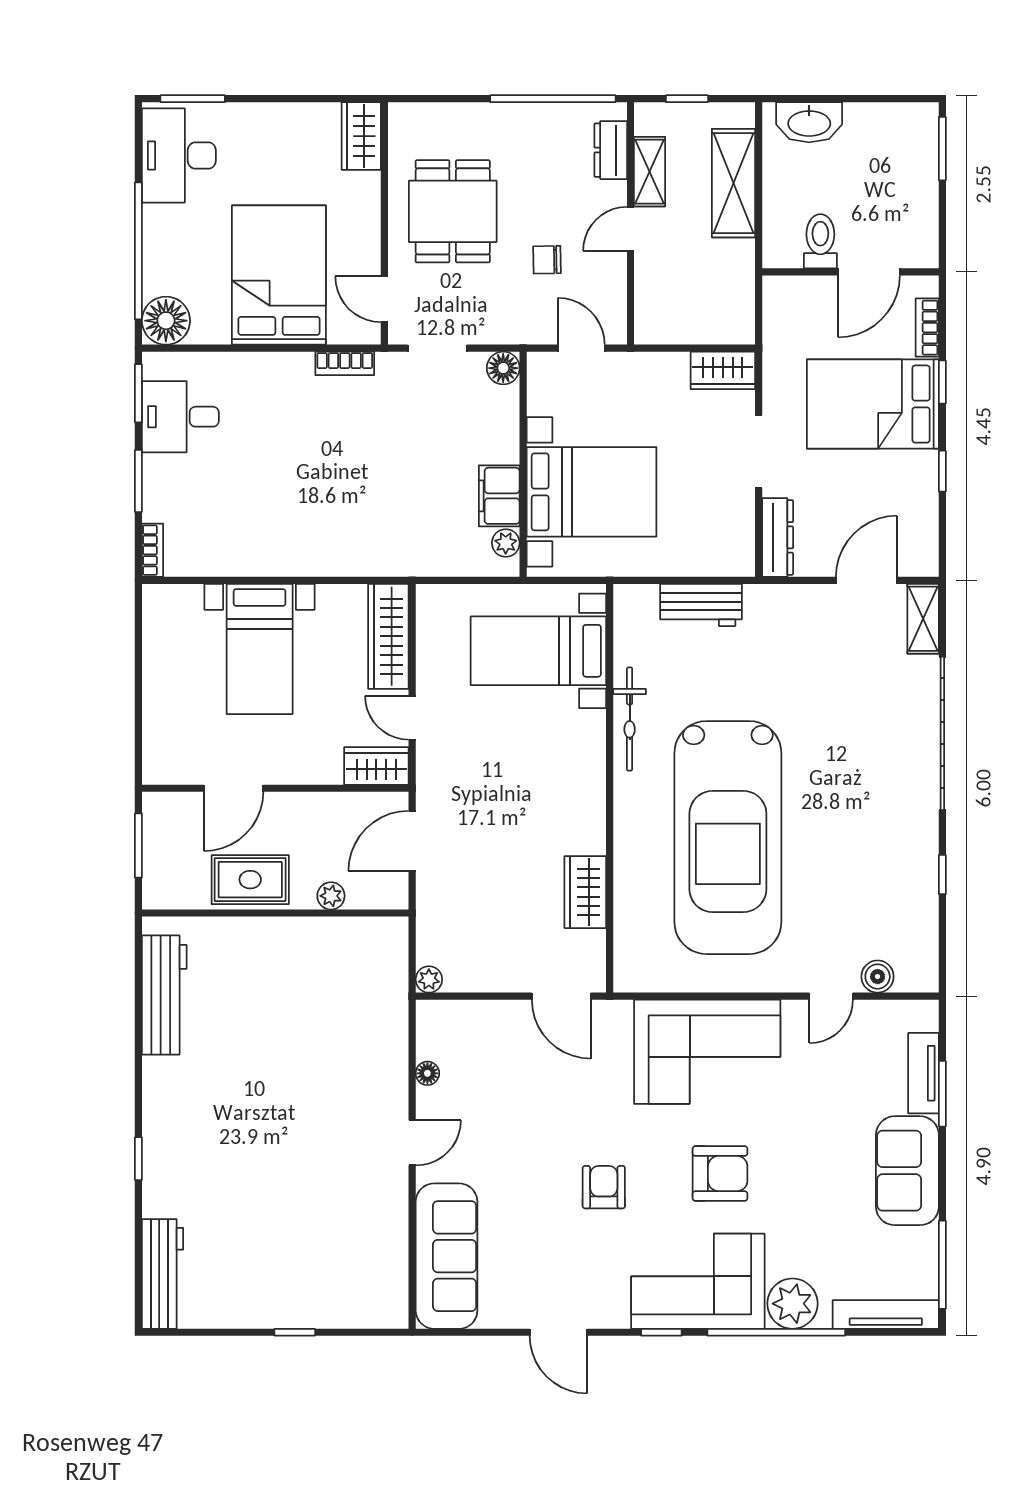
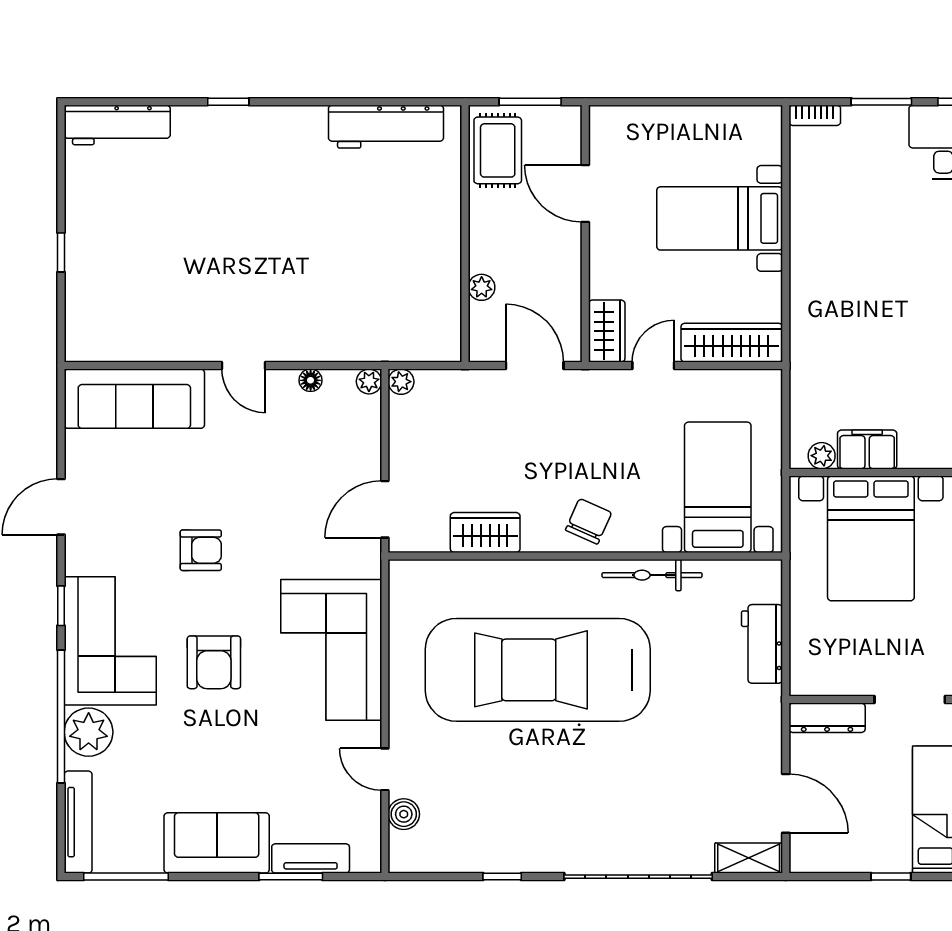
chair: (574, 785) -> (588, 521), added
rug: (250, 880) -> (498, 150), moved
plant: (429, 1013) -> (369, 381), added

